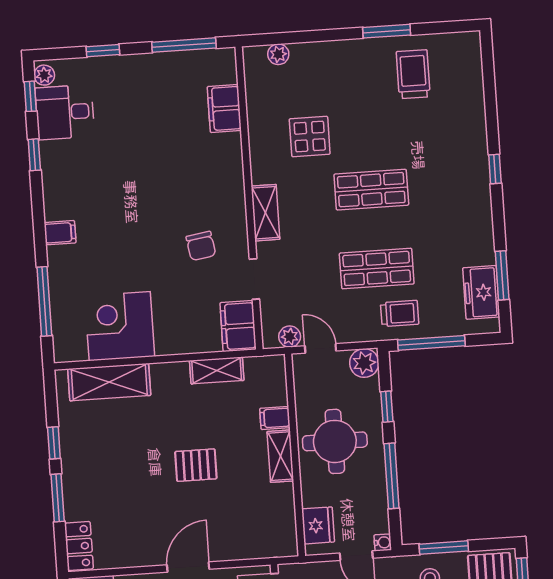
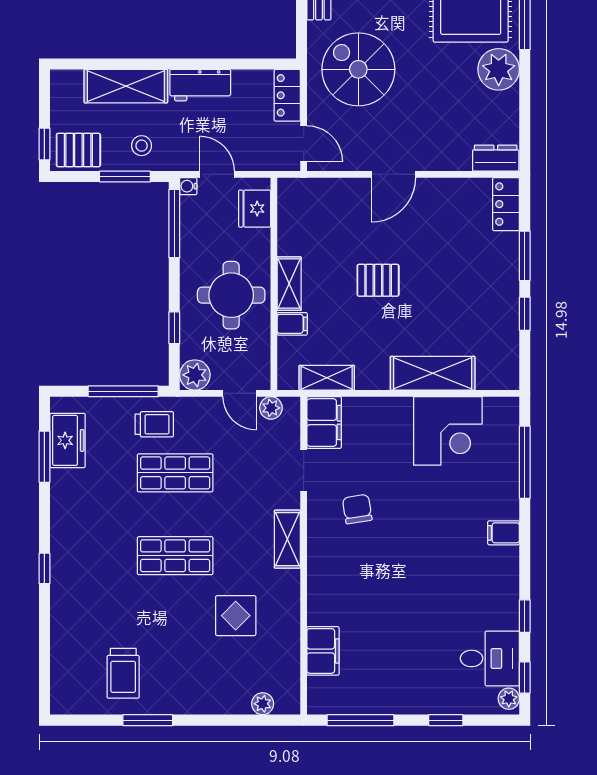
trolley: (400, 313) -> (154, 424), turned 180
shelving: (217, 370) -> (327, 378), moved
shelving: (109, 382) -> (433, 373), moved
window: (392, 476) -> (174, 223), moved

